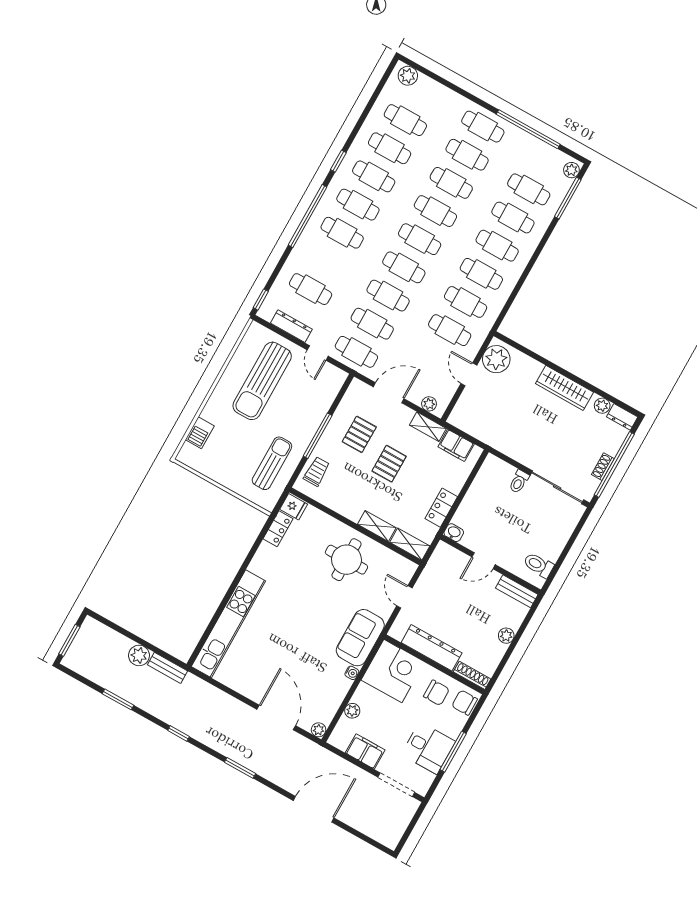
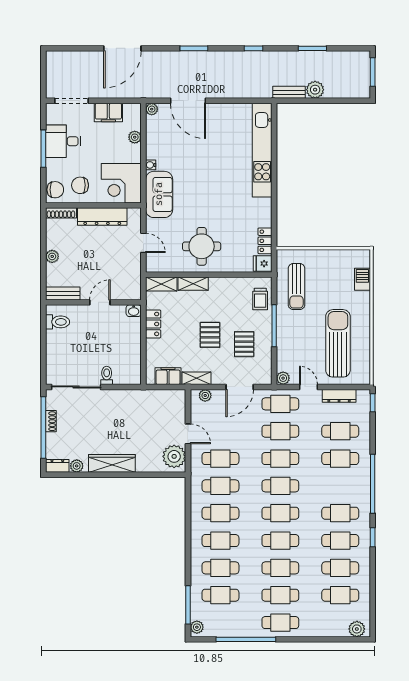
cafe table: (342, 233) -> (340, 459), moved
plant: (339, 377) -> (283, 378), added

